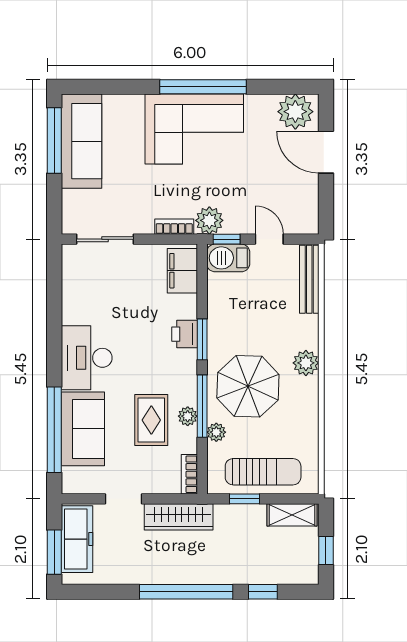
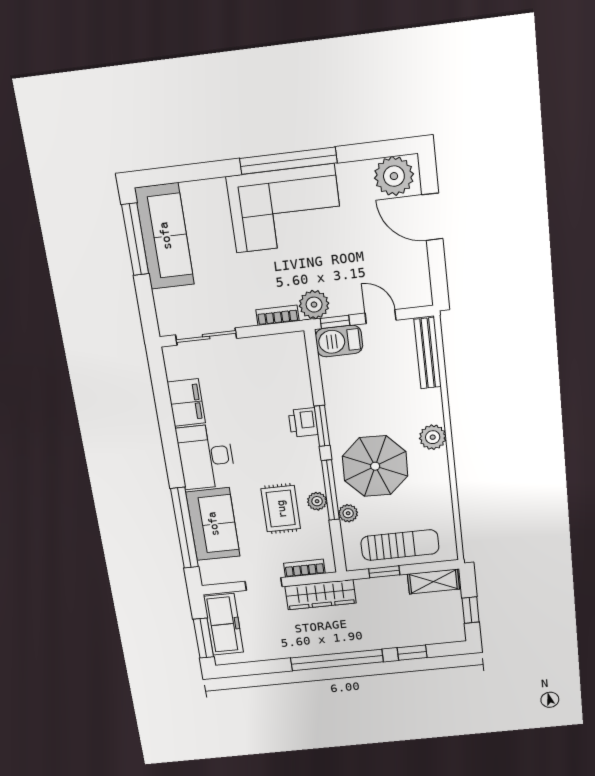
filing cabinet: (182, 271) -> (186, 403), moved, turned 180
bookcase: (189, 474) -> (304, 568), moved, turned 90

